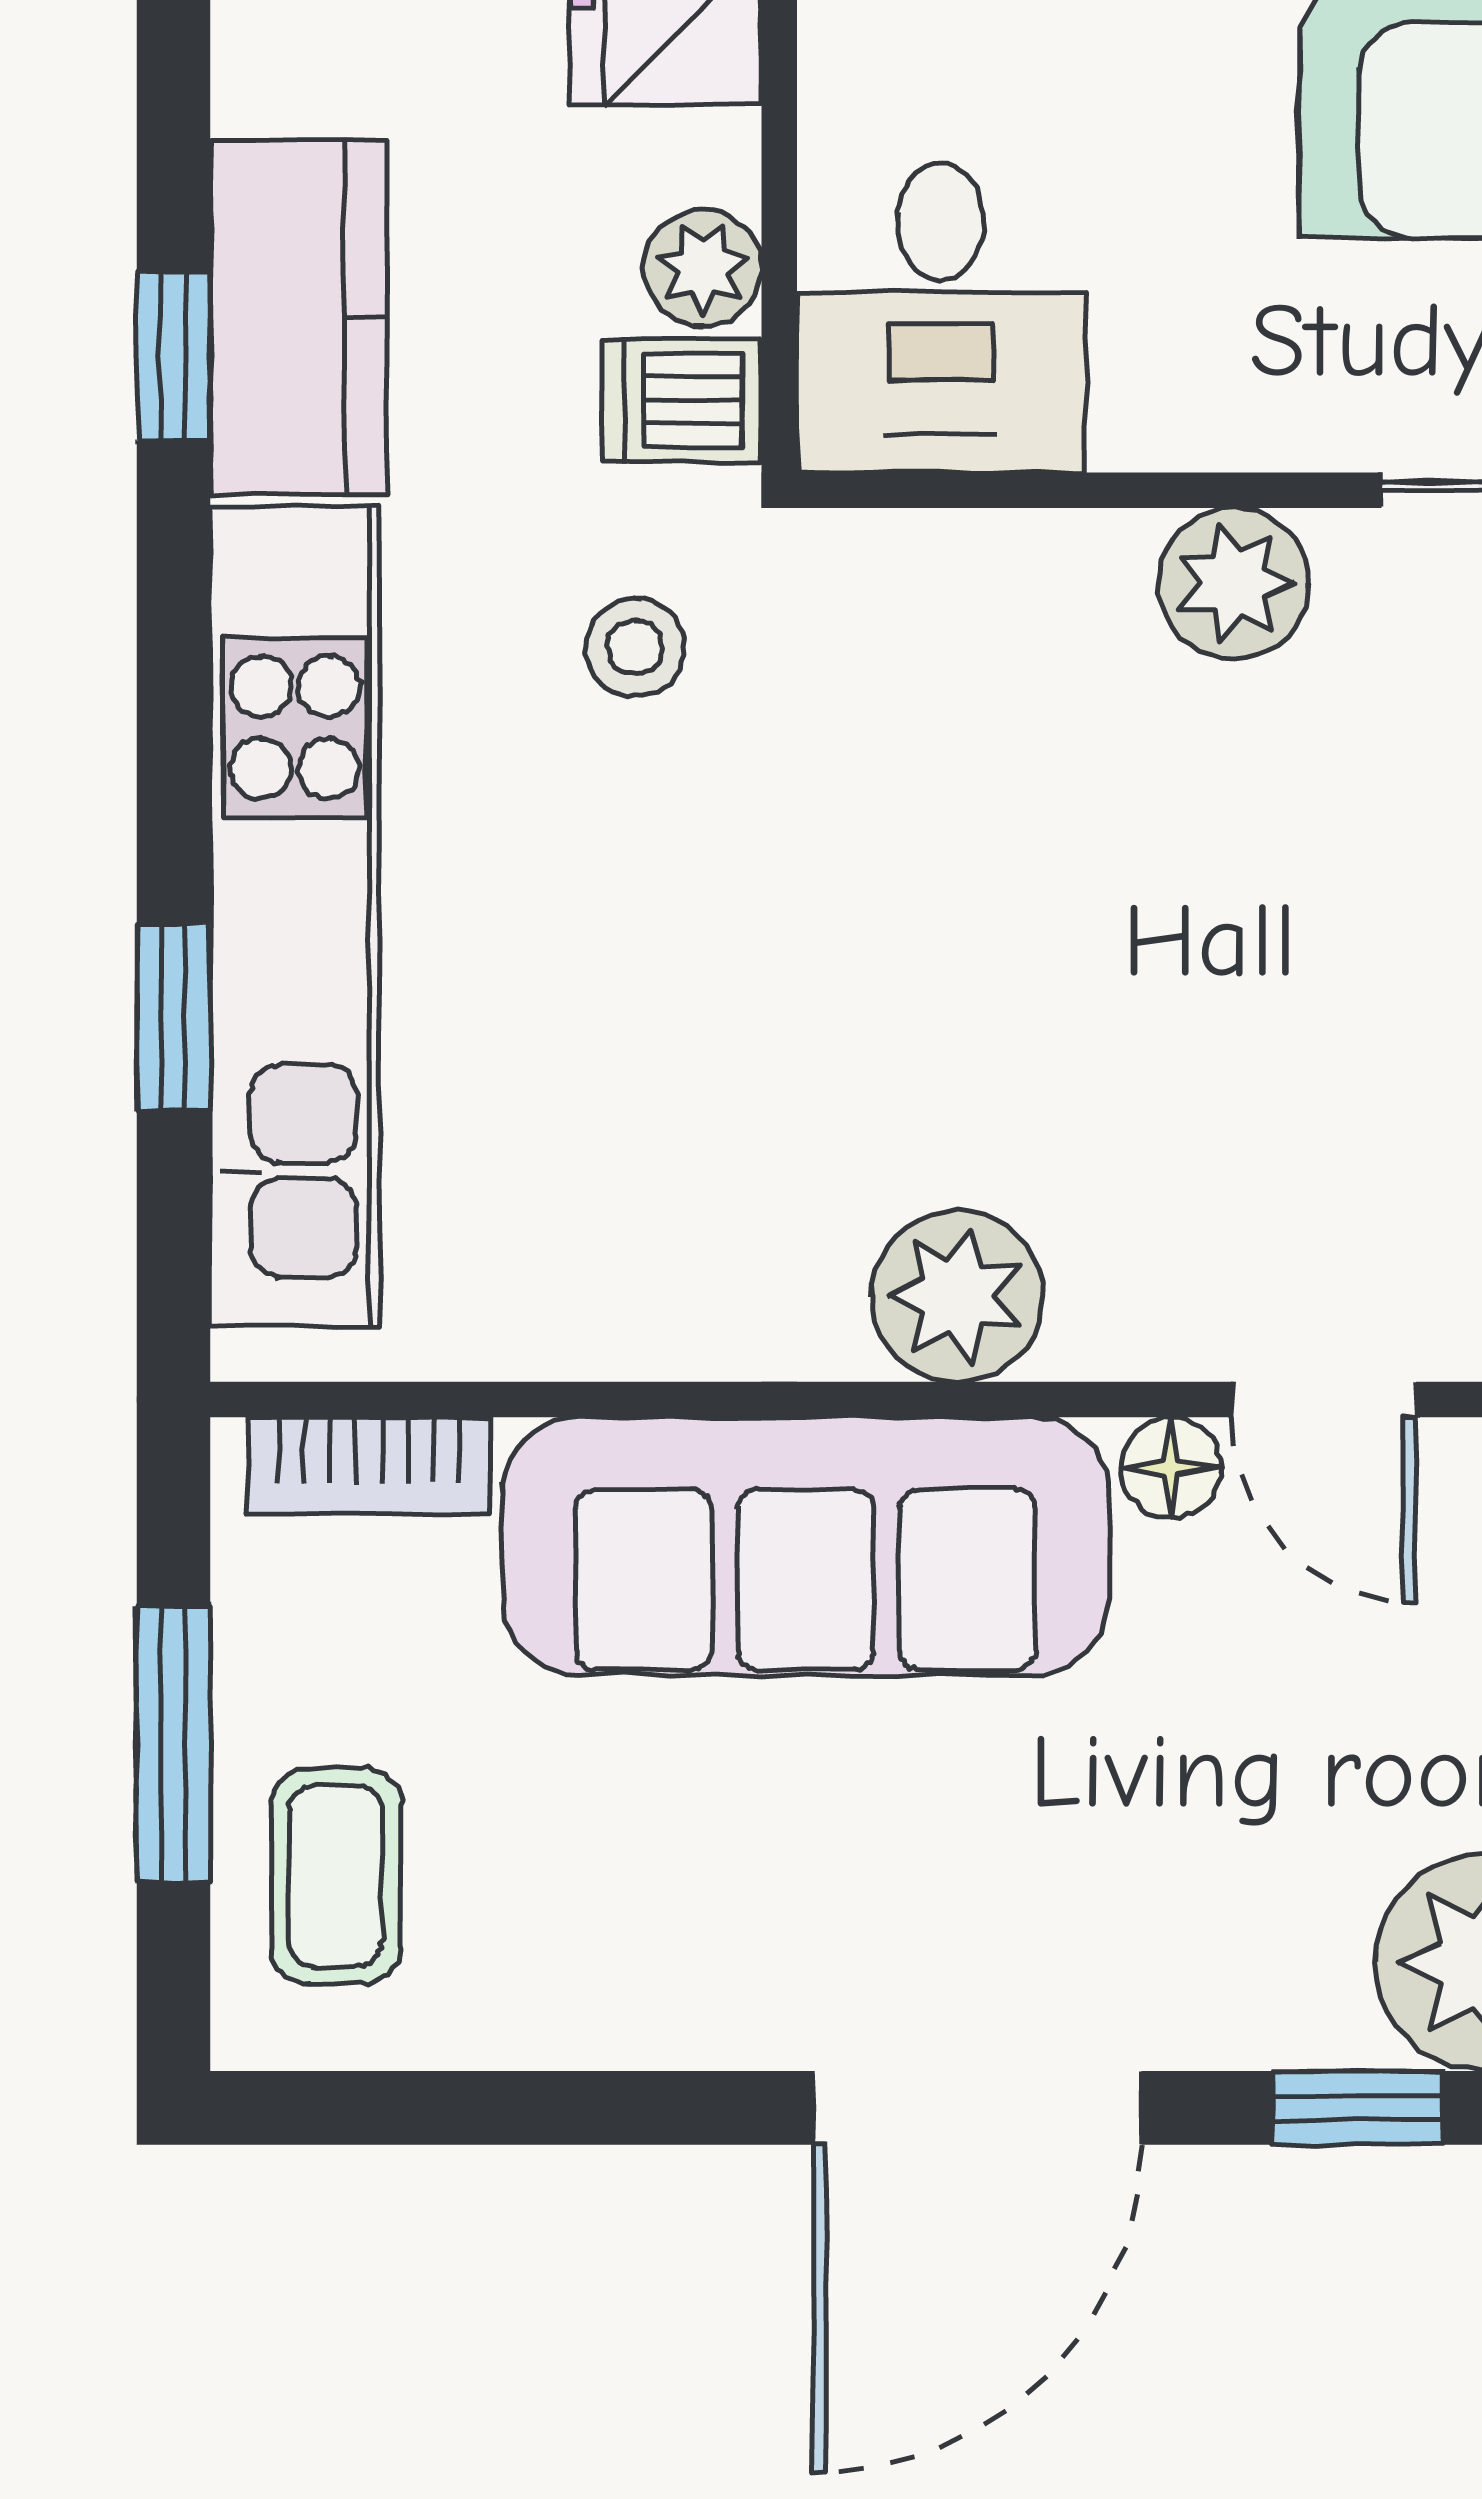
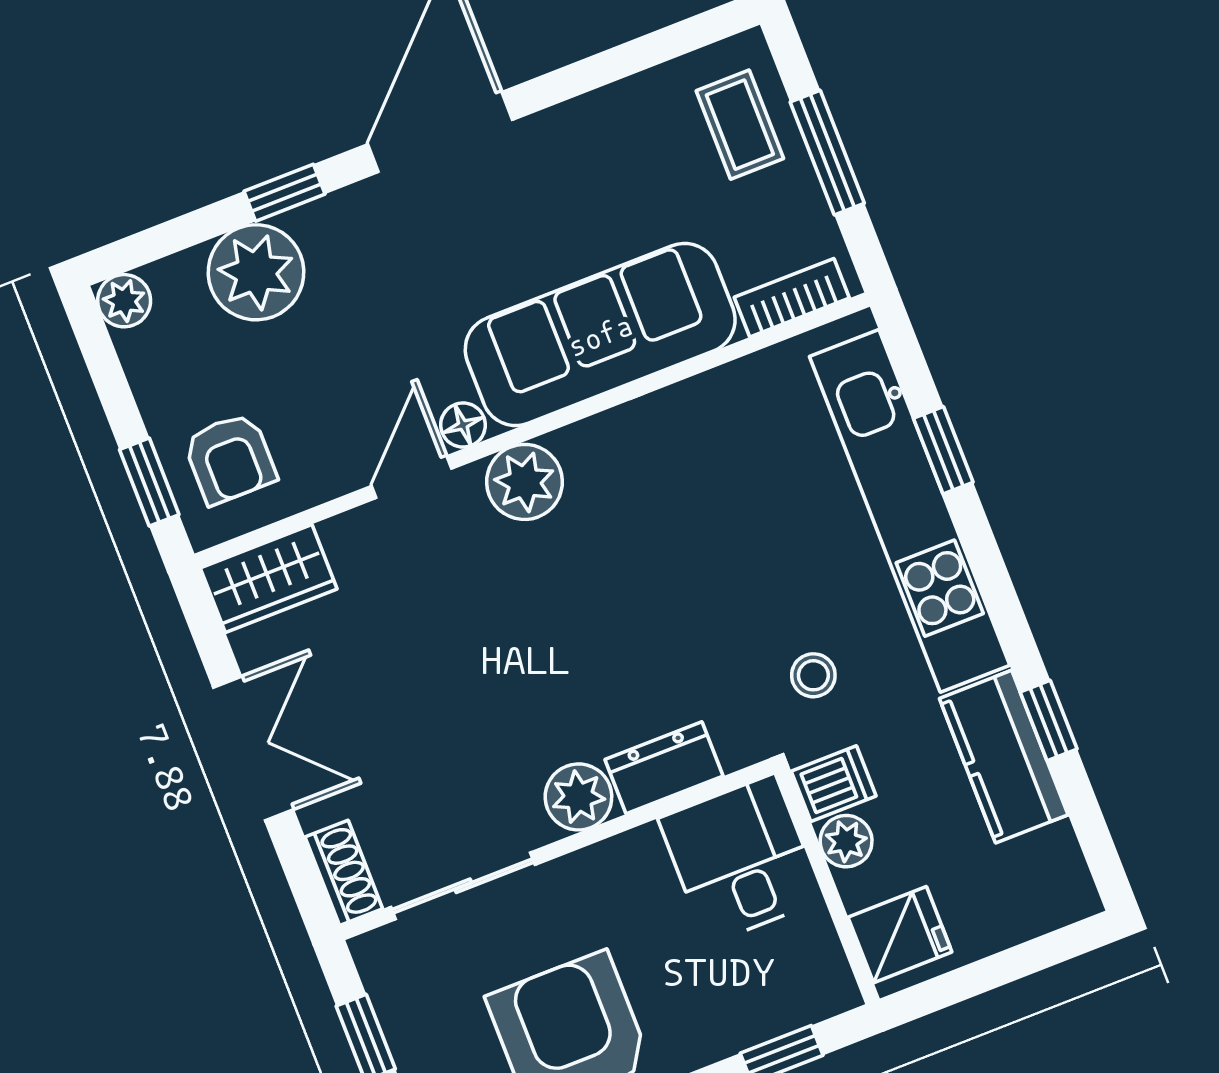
dresser: (1028, 574) -> (664, 768), added
plant: (957, 1296) -> (524, 482), moved
door: (1324, 1400) -> (412, 477), hinge flipped

